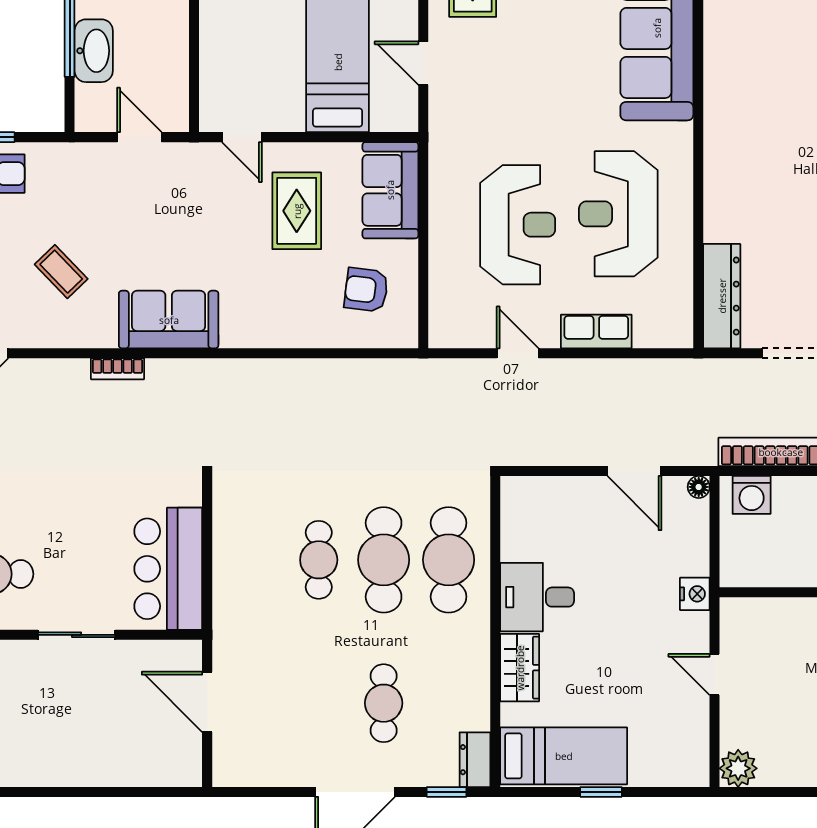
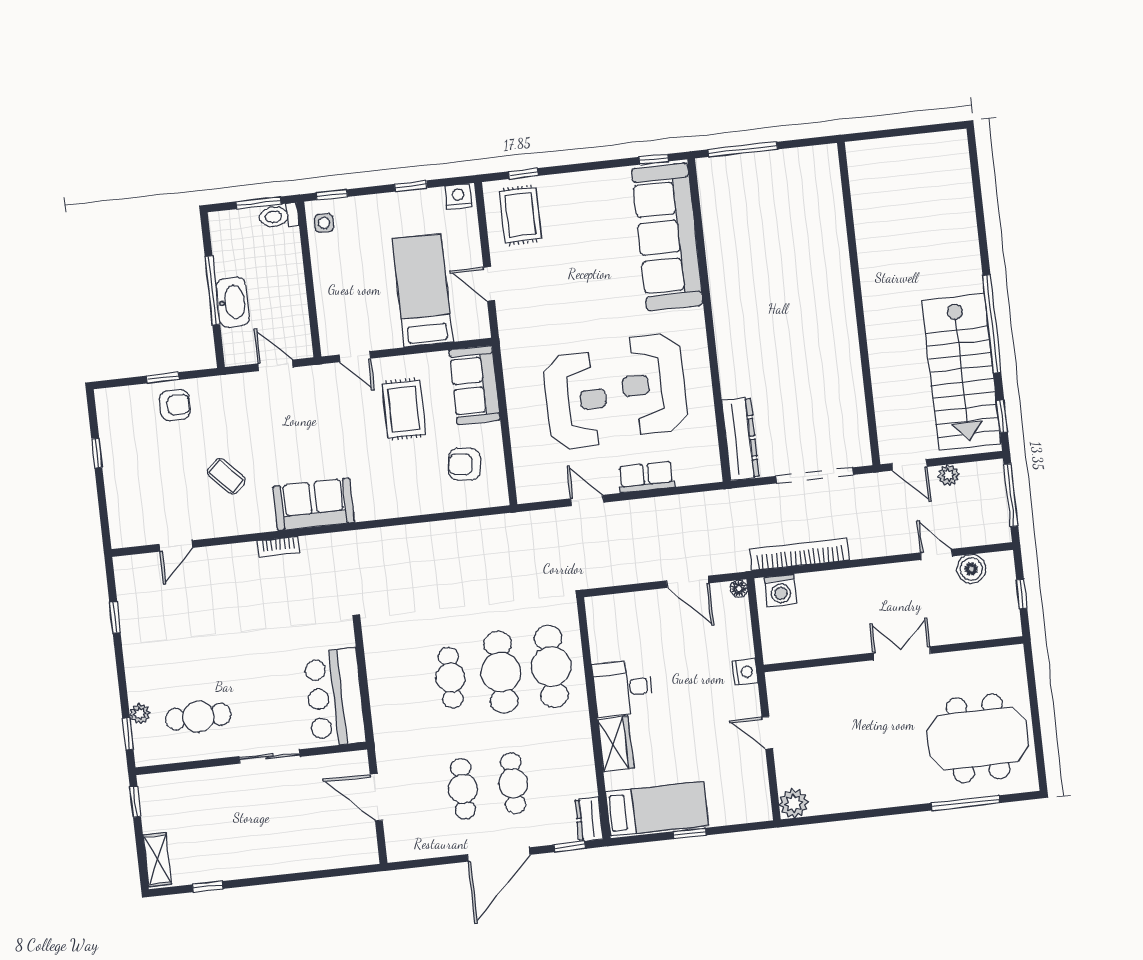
cafe table: (319, 703) -> (463, 789), added

